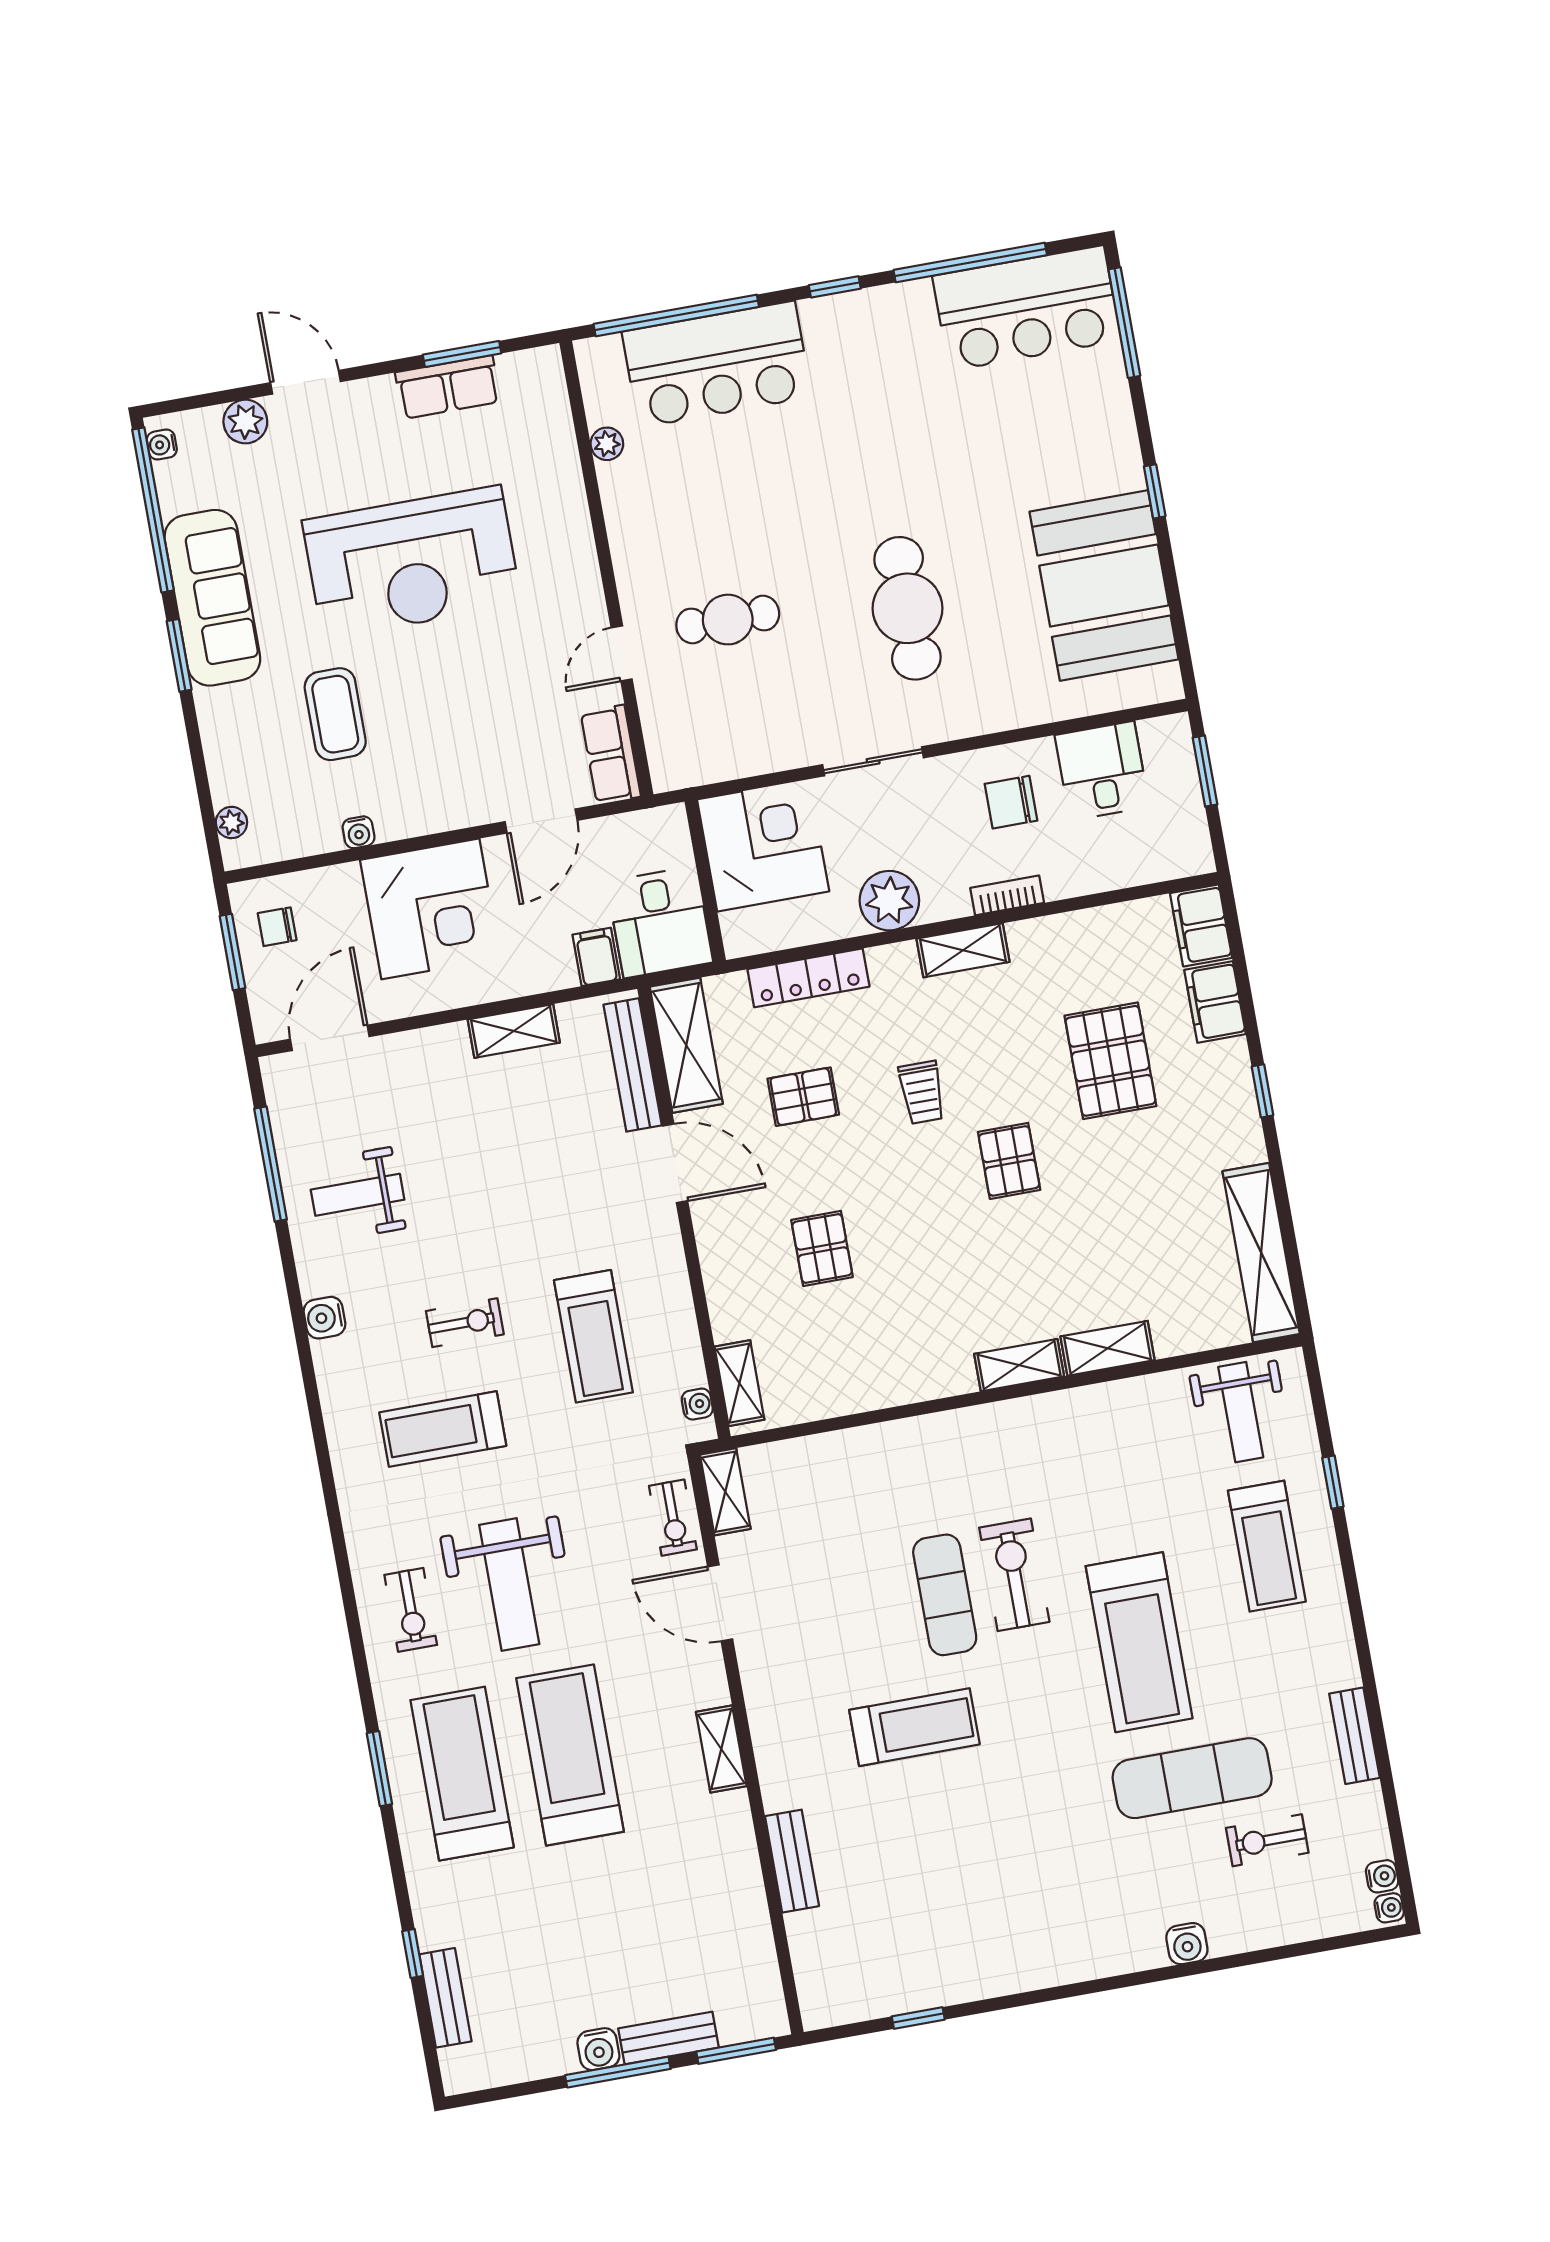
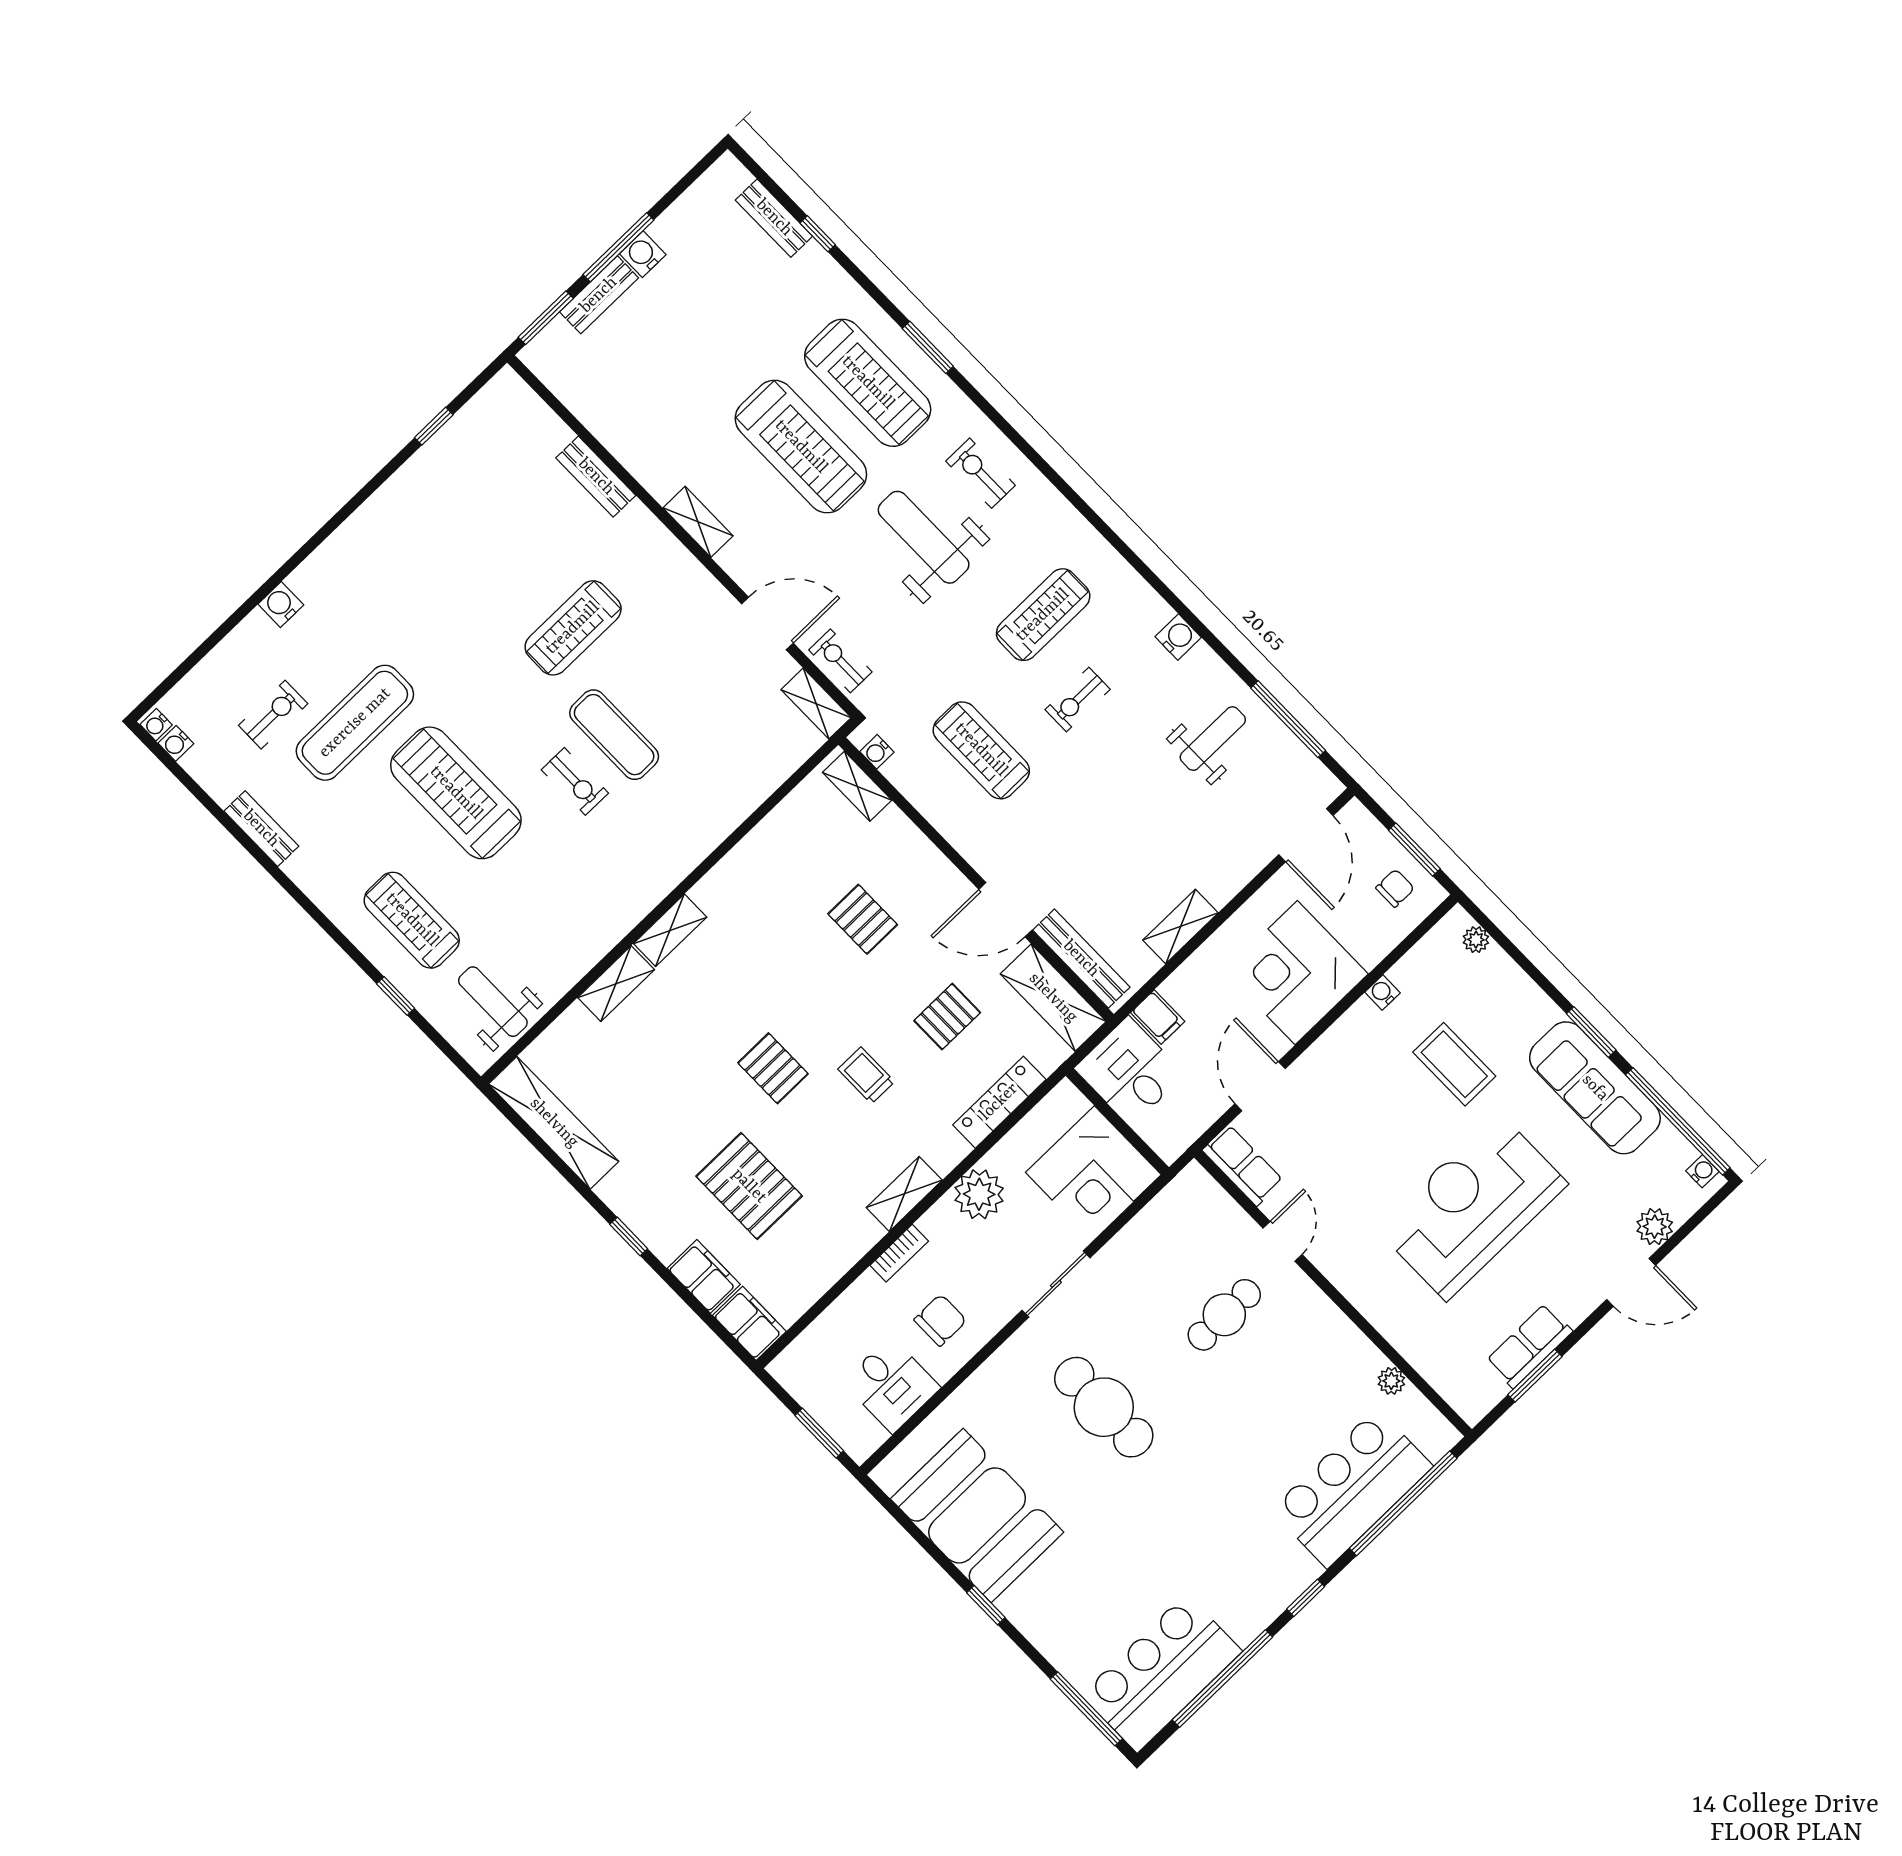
exercise bike: (1014, 1575) -> (575, 781), width x0.73, depth x0.72

